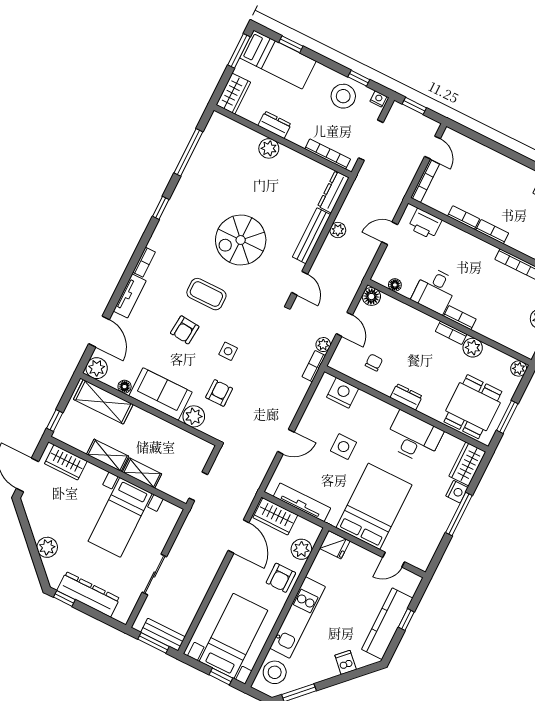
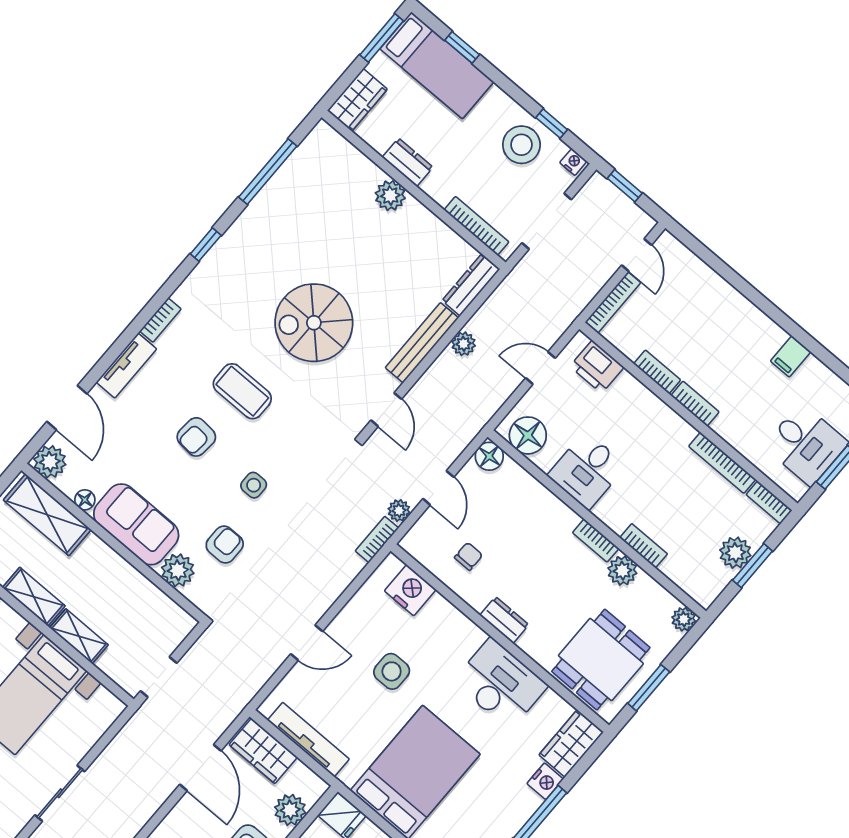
floor lamp: (395, 285) -> (528, 435), width x1.89, depth x1.89
bookcase: (460, 318) -> (644, 546), moved

